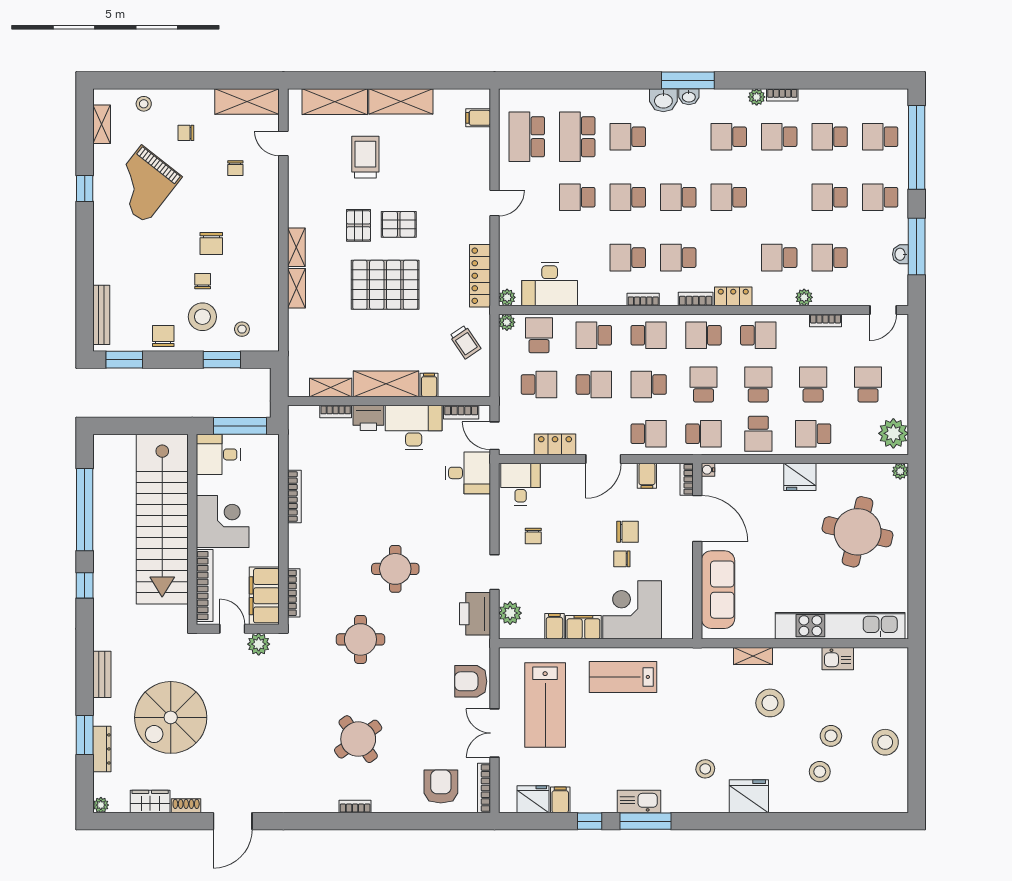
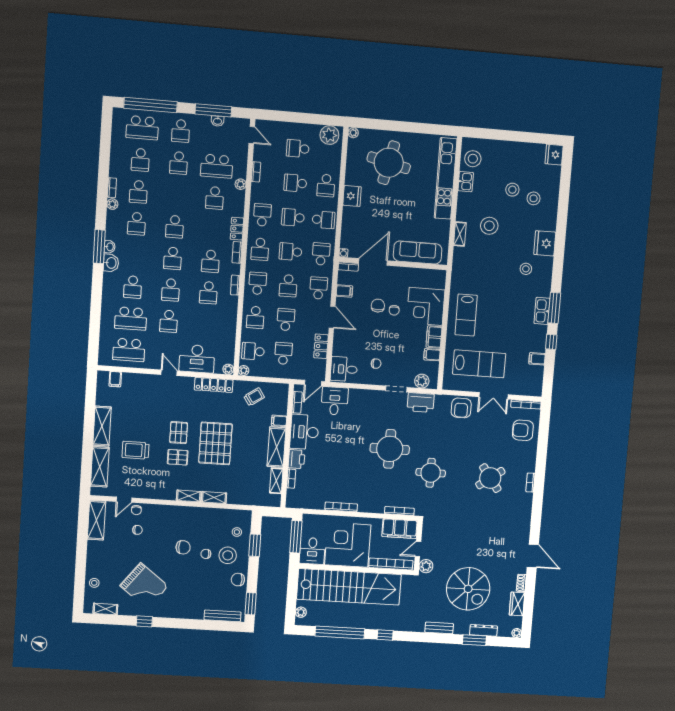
chair: (186, 133) -> (136, 510), moved
school desk: (880, 137) -> (142, 128), width x1.85
school desk: (830, 258) -> (217, 166), width x1.85
desk: (550, 284) -> (197, 359), moved, turned 90
plant: (115, 443) -> (301, 612), added
corner desk: (223, 521) -> (348, 545), width x1.36, depth x1.36
round table: (395, 569) -> (390, 449), width x1.36, depth x1.36
plant: (259, 644) -> (426, 566), moved
stool: (885, 742) -> (473, 159), moved
fridge: (533, 799) -> (554, 155), moved

